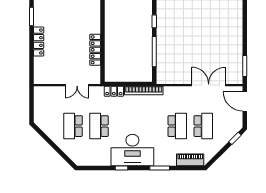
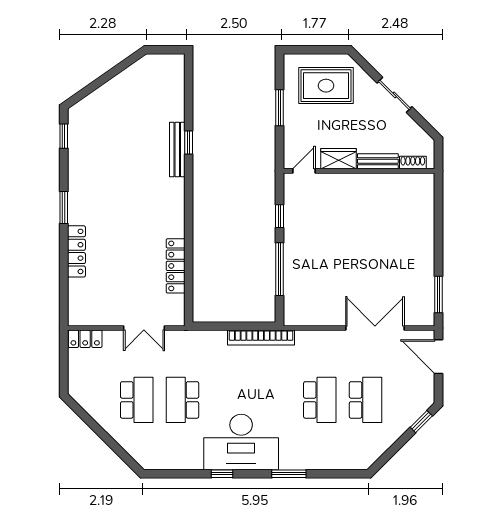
locker: (114, 91) -> (85, 339), moved
school desk: (73, 126) -> (137, 400), turned 180
piano: (190, 160) -> (343, 459), removed

